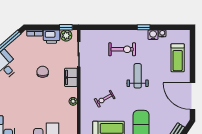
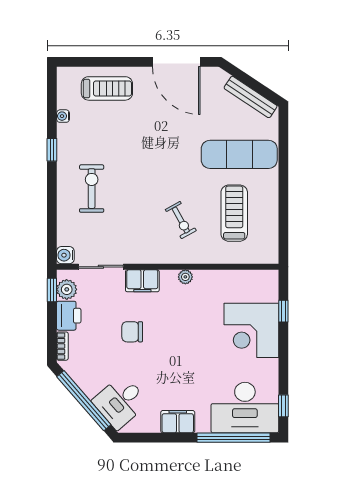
water cooler: (153, 35) -> (65, 255), moved
weight bench: (138, 76) -> (139, 161), removed
door: (192, 96) -> (176, 62), hinge flipped

